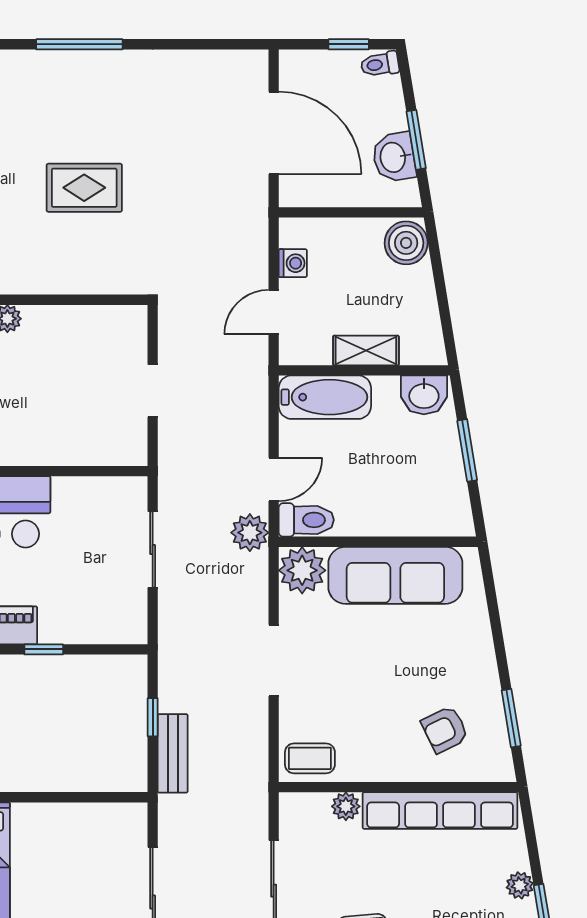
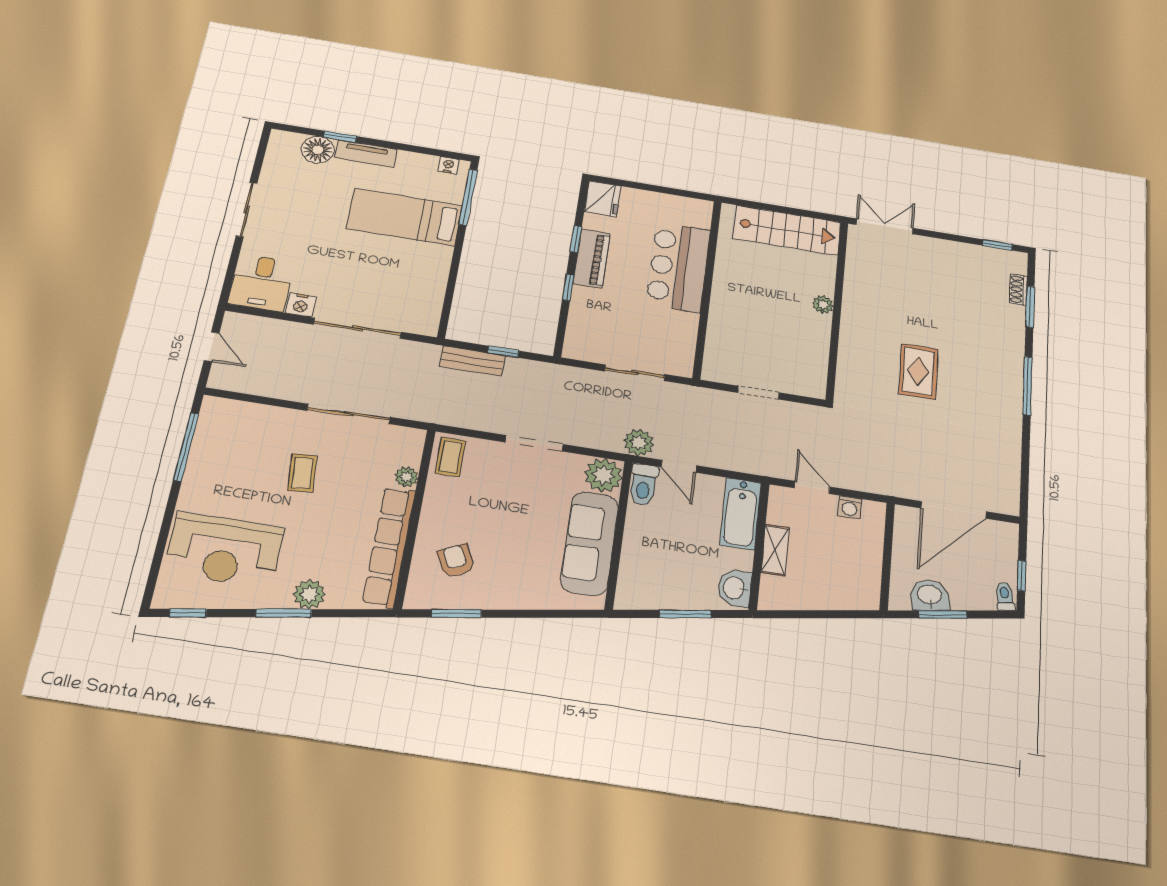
boiler: (406, 243) -> (860, 594), removed
plant: (520, 885) -> (309, 594), width x1.38, depth x1.38

